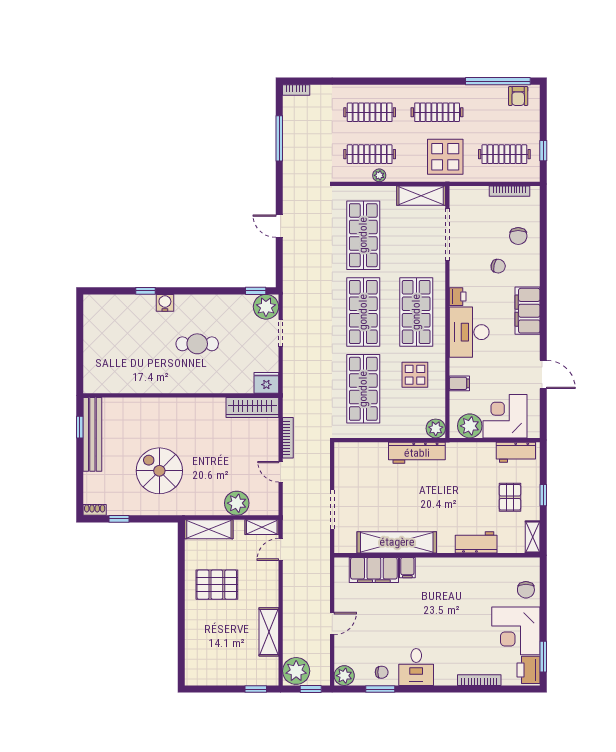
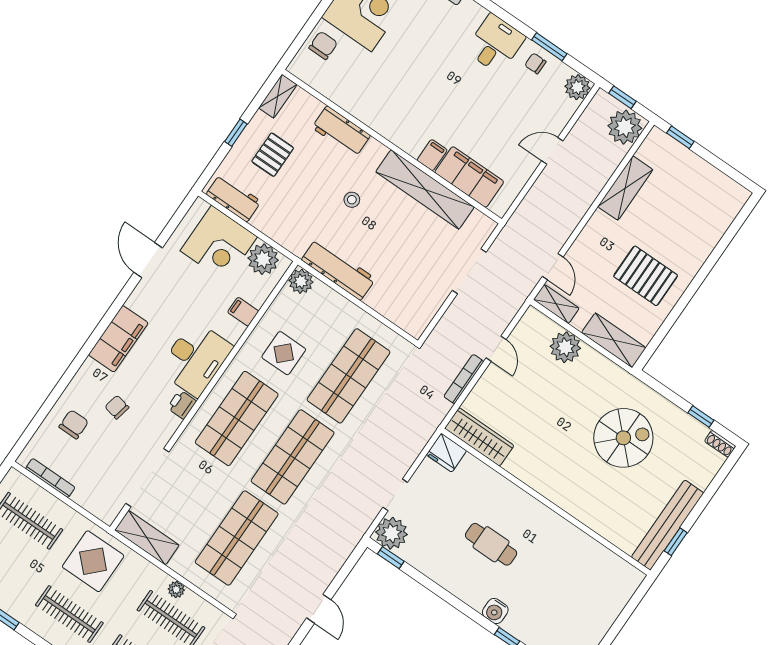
spiral stairs: (159, 471) -> (623, 438), turned -90
stool: (439, 503) -> (352, 200), added
door: (281, 549) -> (553, 267), hinge flipped

